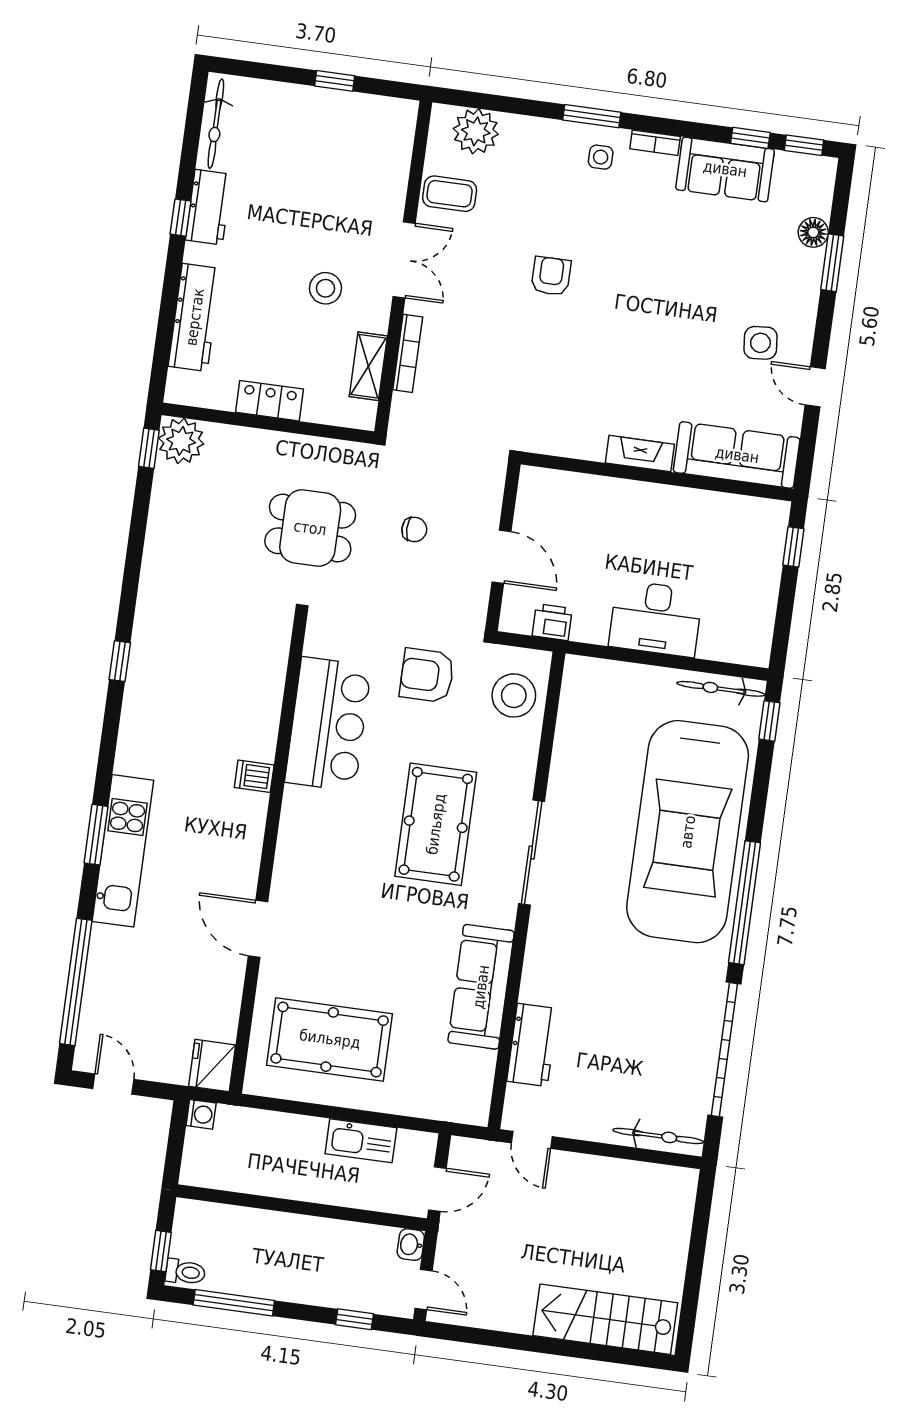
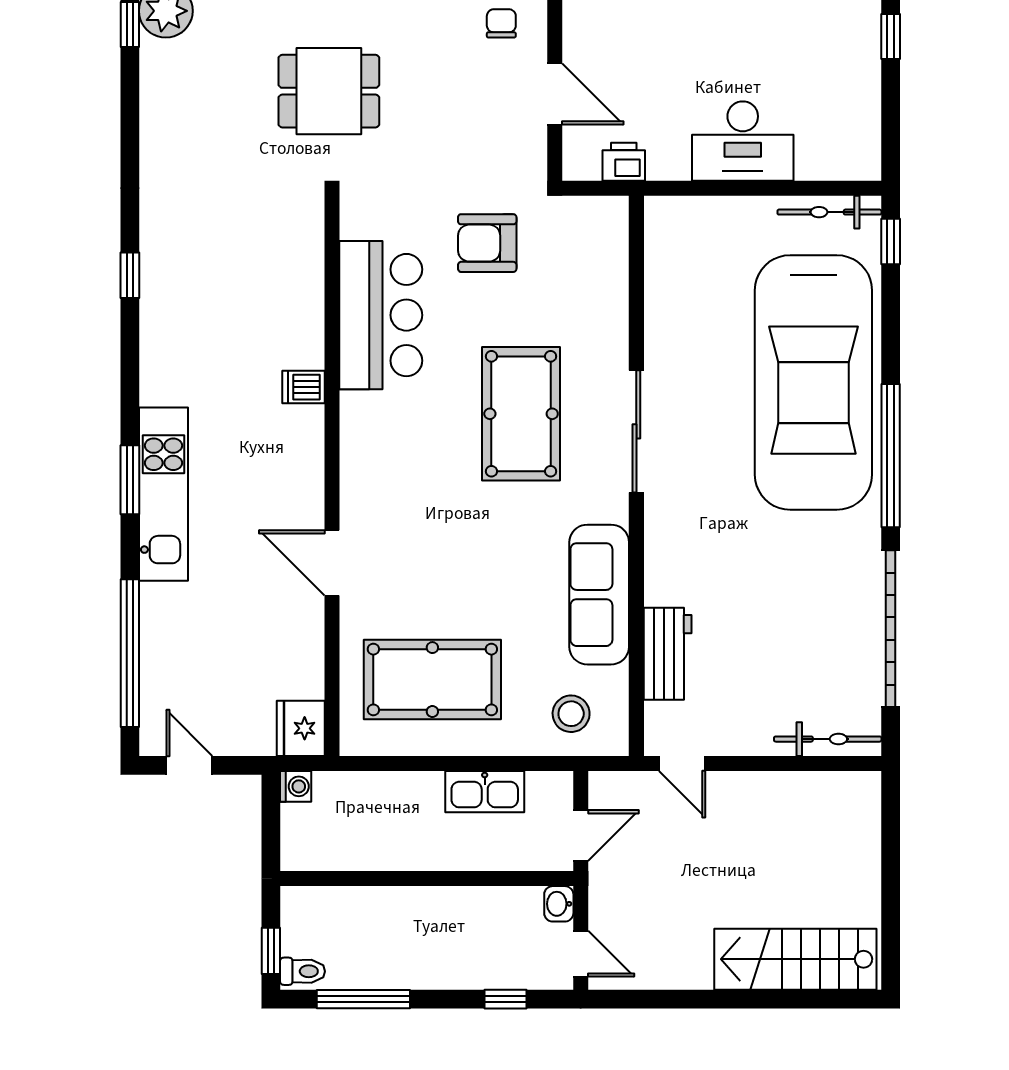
chair: (414, 529) -> (501, 23), moved, turned -90
stool: (514, 695) -> (571, 714), moved, width x0.73, depth x0.73

